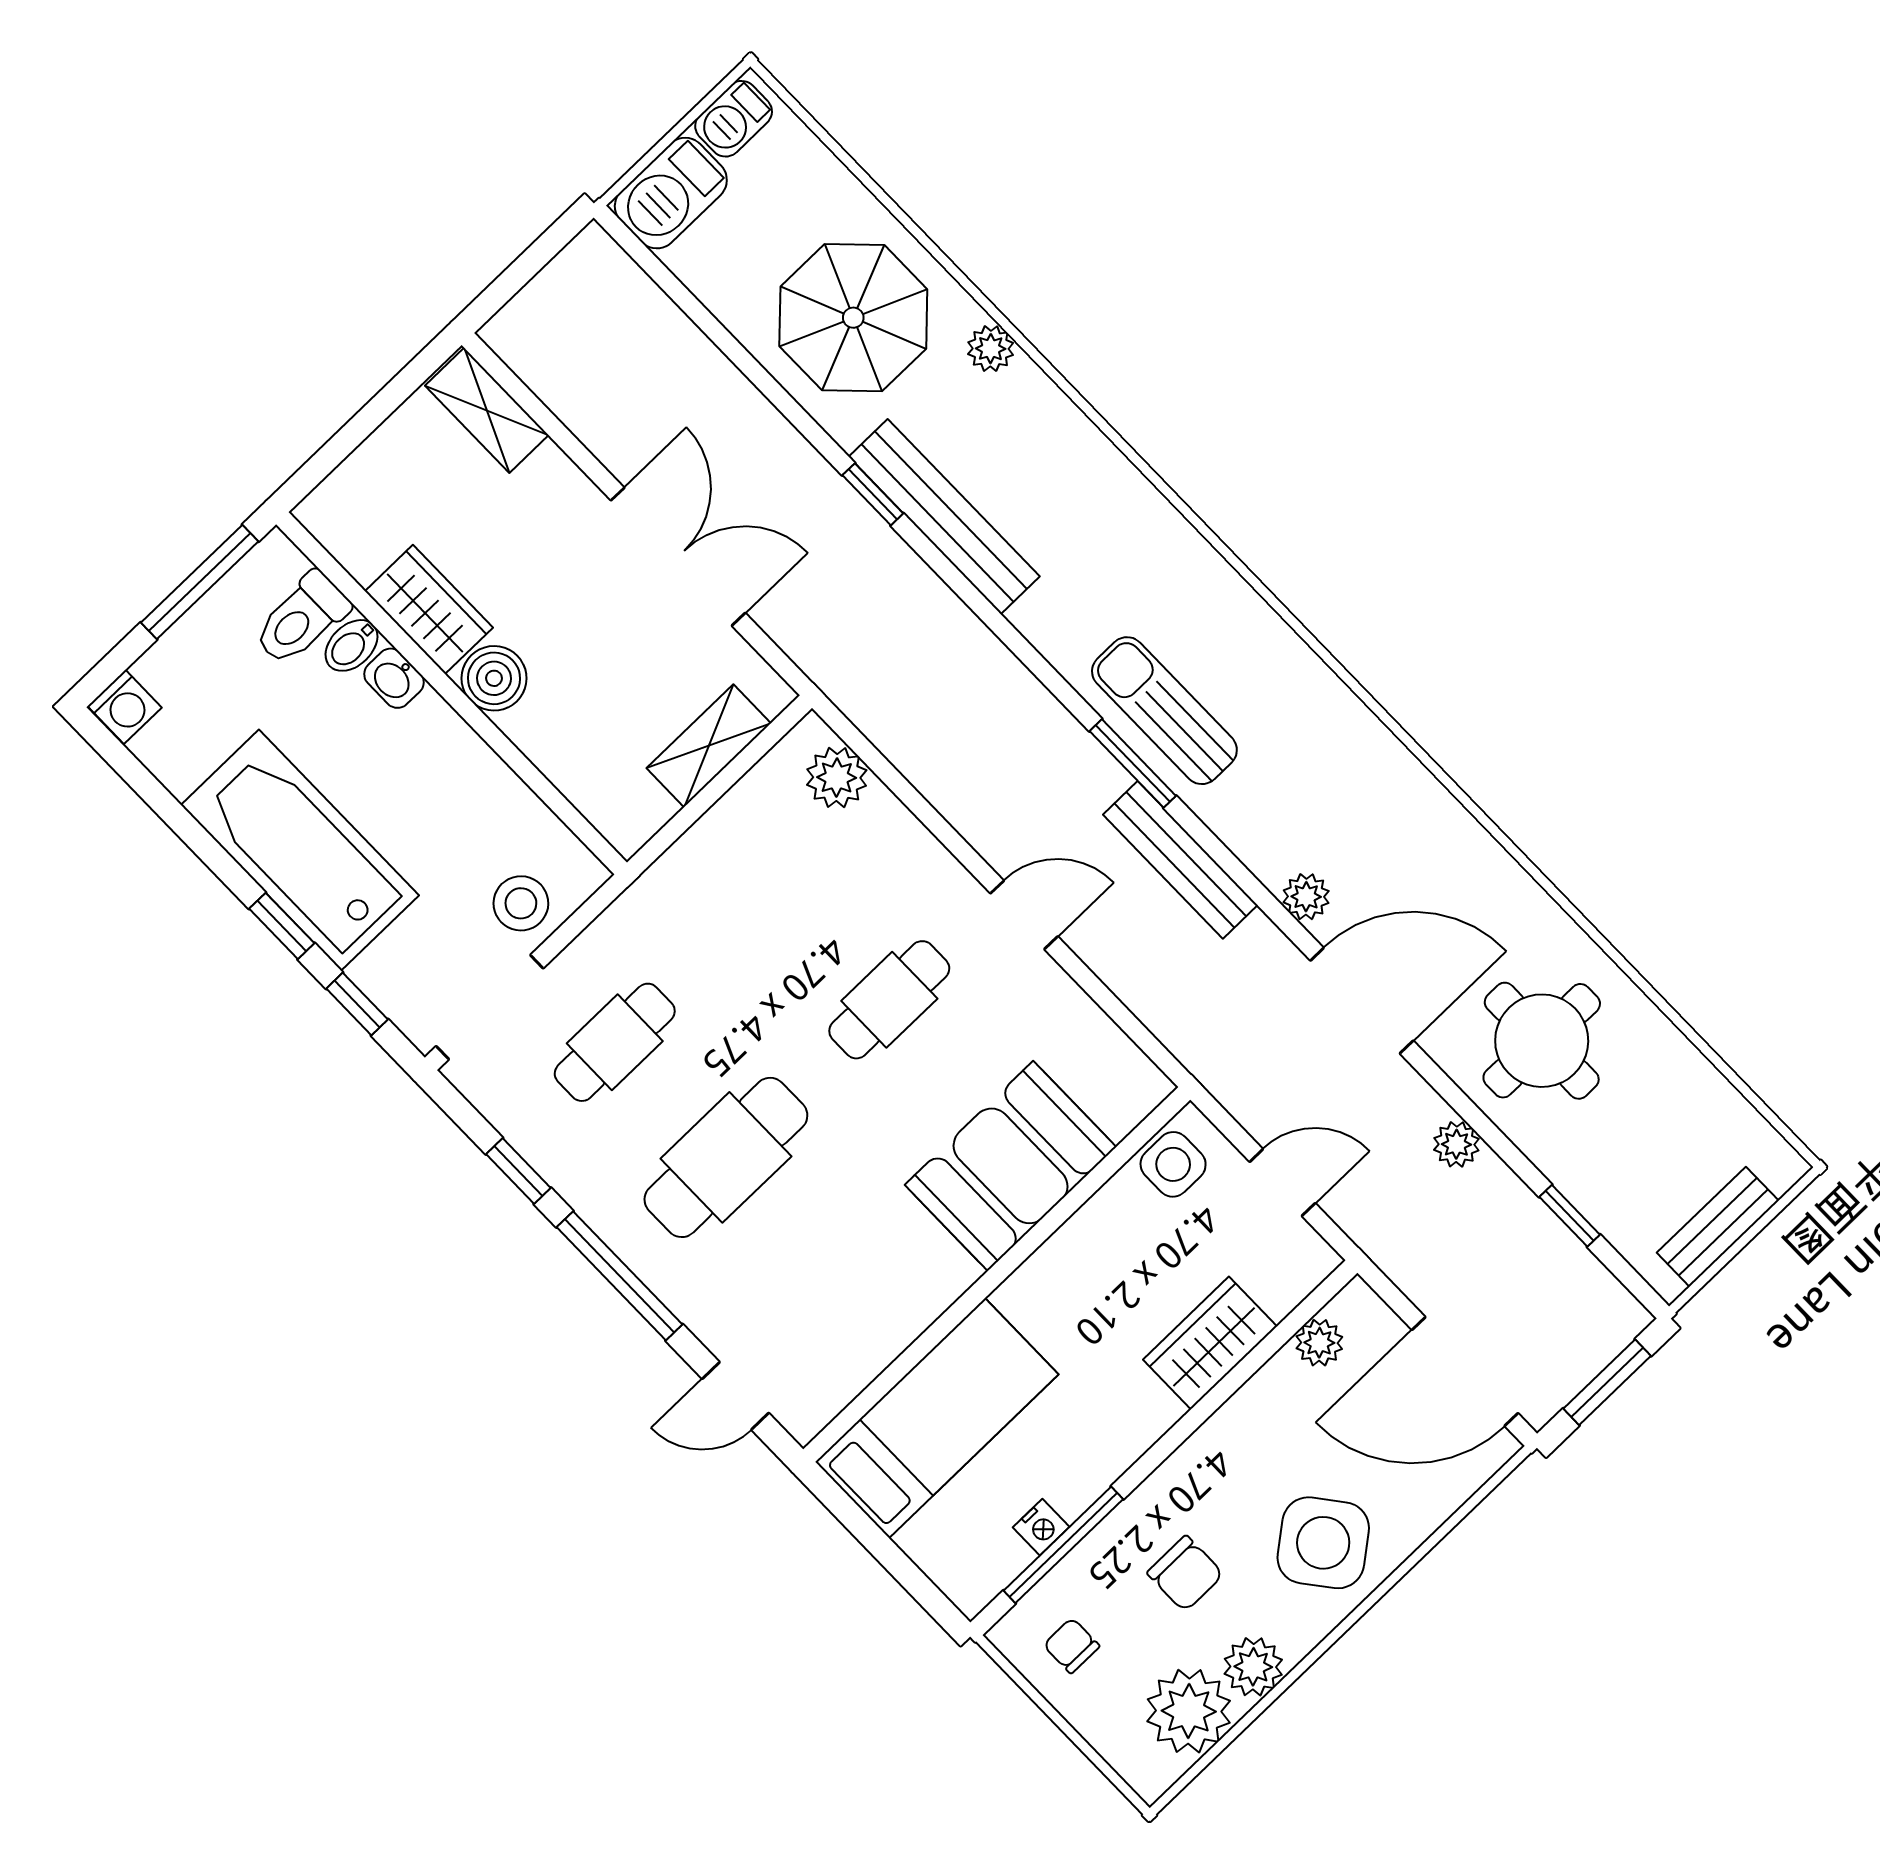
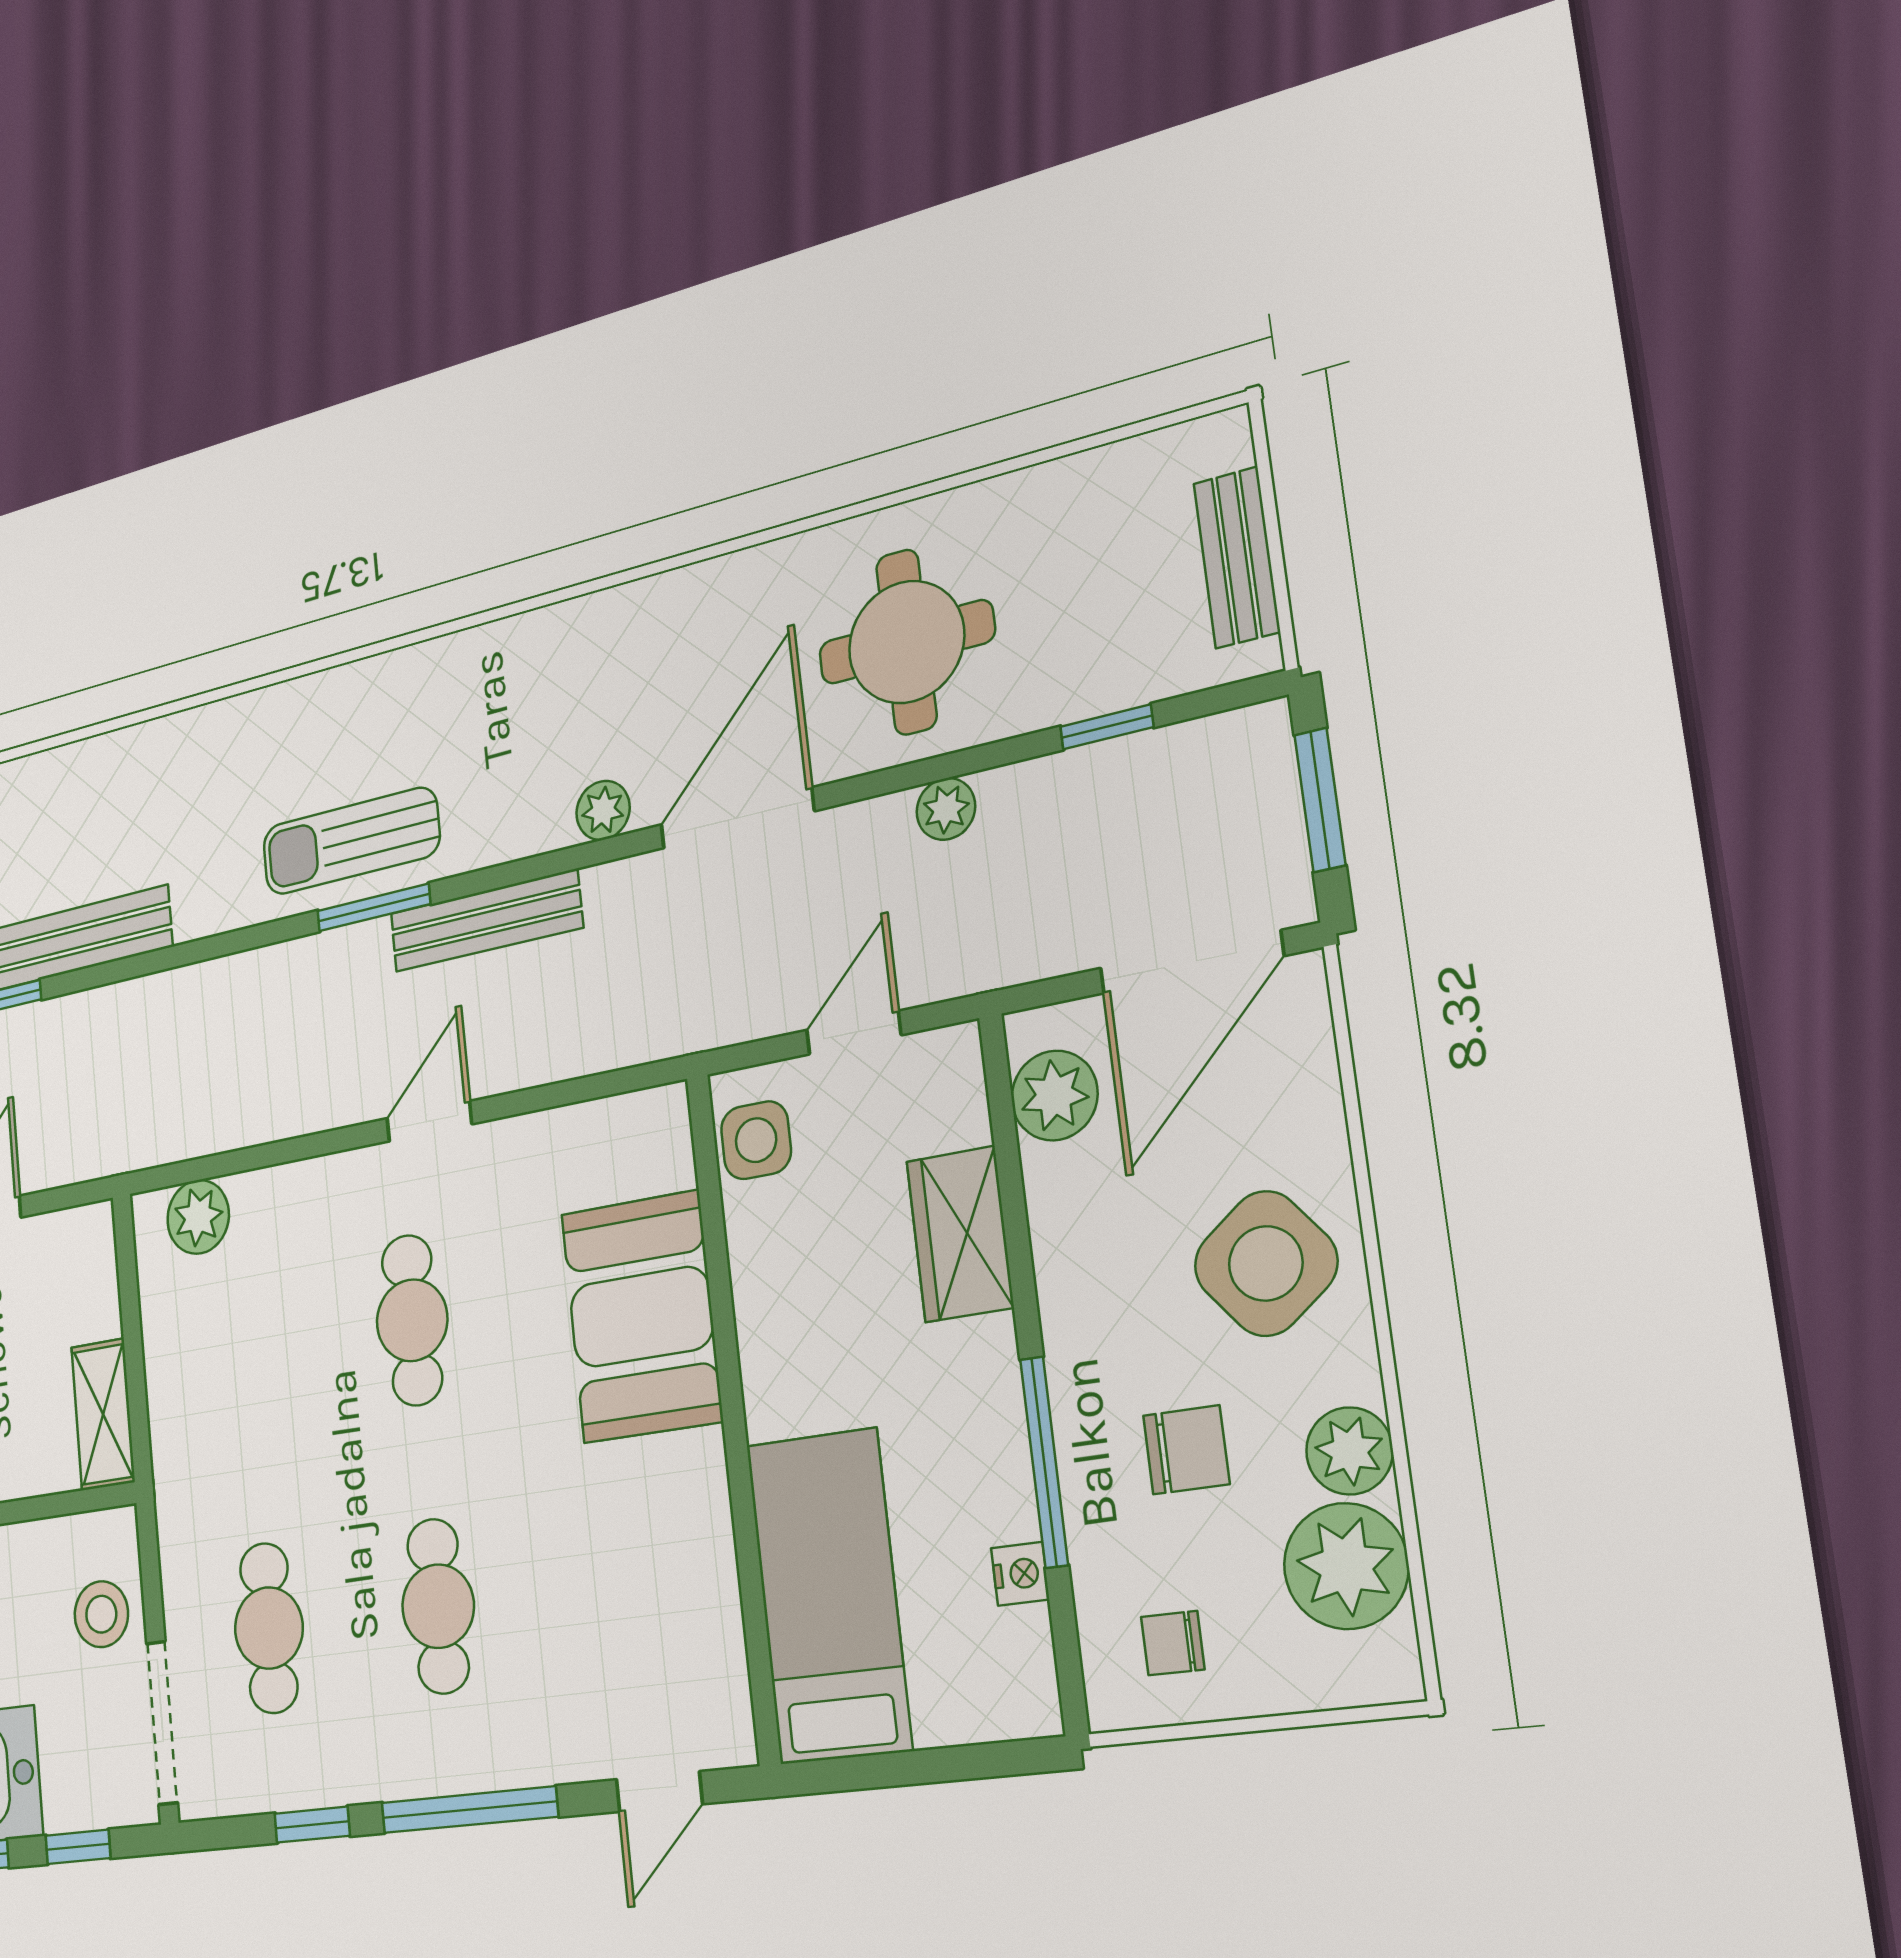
shelving: (709, 746) -> (103, 1414), moved
cafe table: (726, 1157) -> (438, 1606), width x0.73, depth x0.74
plant: (1319, 1343) -> (1054, 1095), width x1.38, depth x1.38
window: (1063, 1545) -> (1044, 1462), moved

